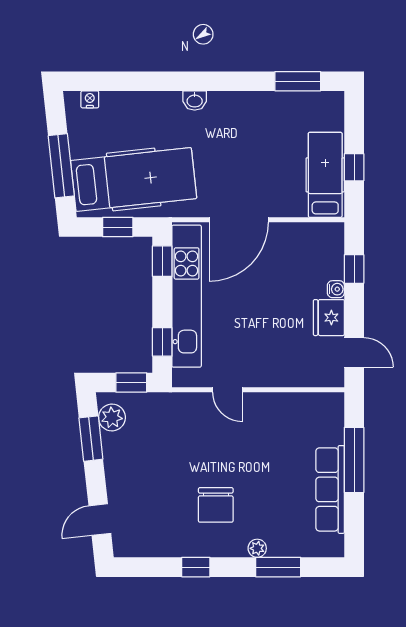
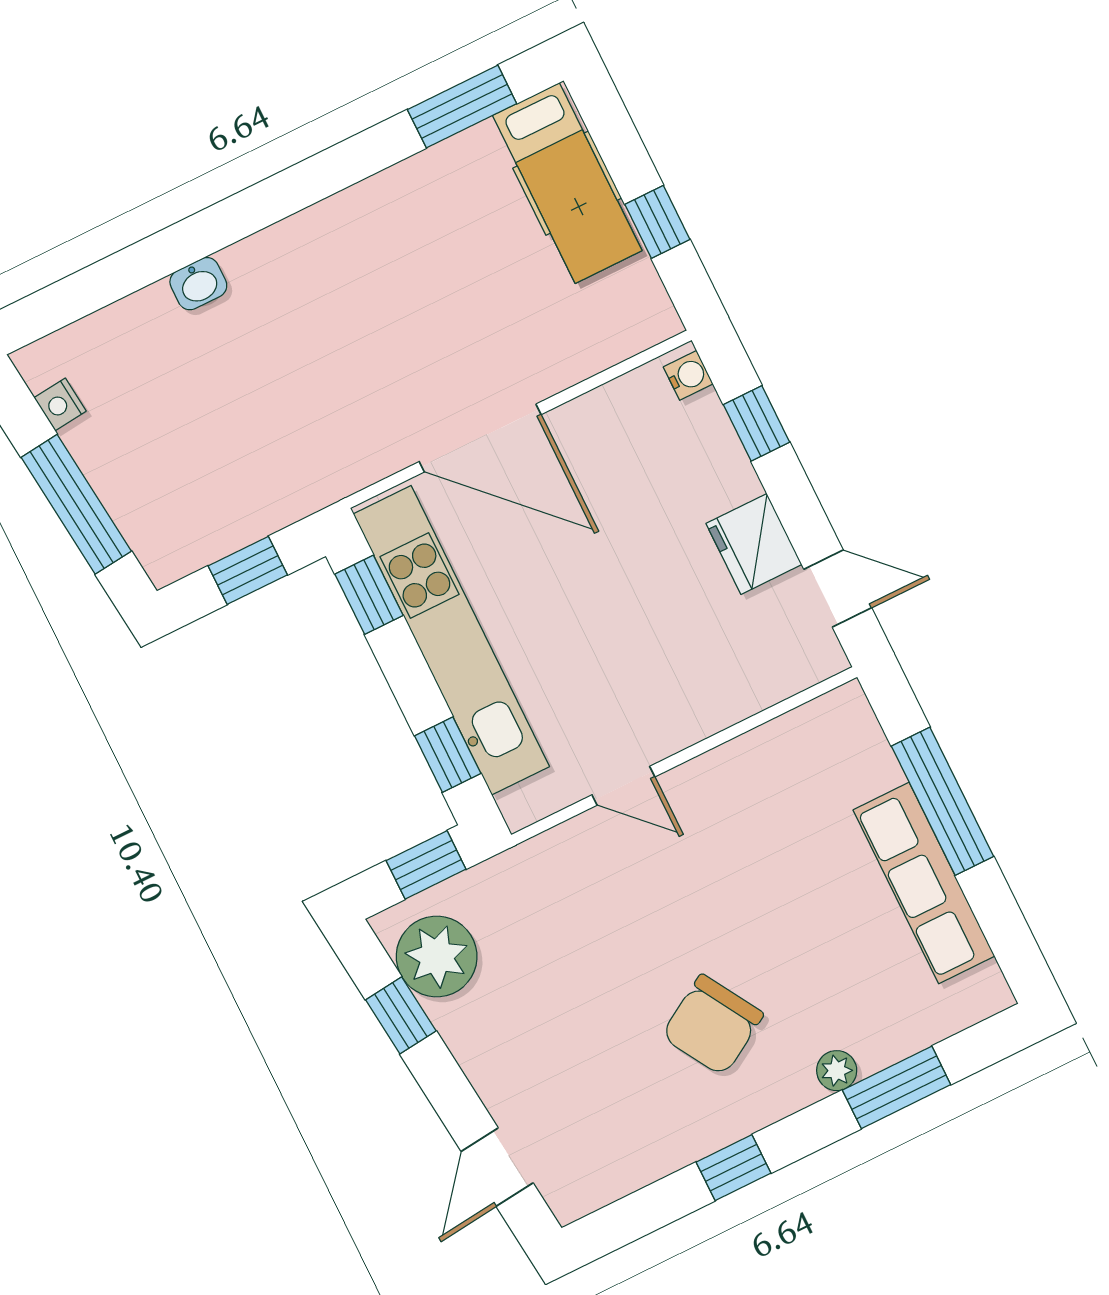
nightstand: (90, 99) -> (60, 404), moved, turned -96
washbasin: (195, 101) -> (198, 284), moved
hospital bed: (325, 175) -> (567, 183), moved, turned 180
hospital bed: (134, 179) -> (233, 461), removed
door: (239, 220) -> (480, 438), hinge flipped
water cooler: (336, 289) -> (688, 375), moved
plant: (112, 417) -> (437, 956), width x1.36, depth x1.36
window: (91, 439) -> (401, 1015), width x0.67
chair: (216, 505) -> (712, 1025), turned 59

